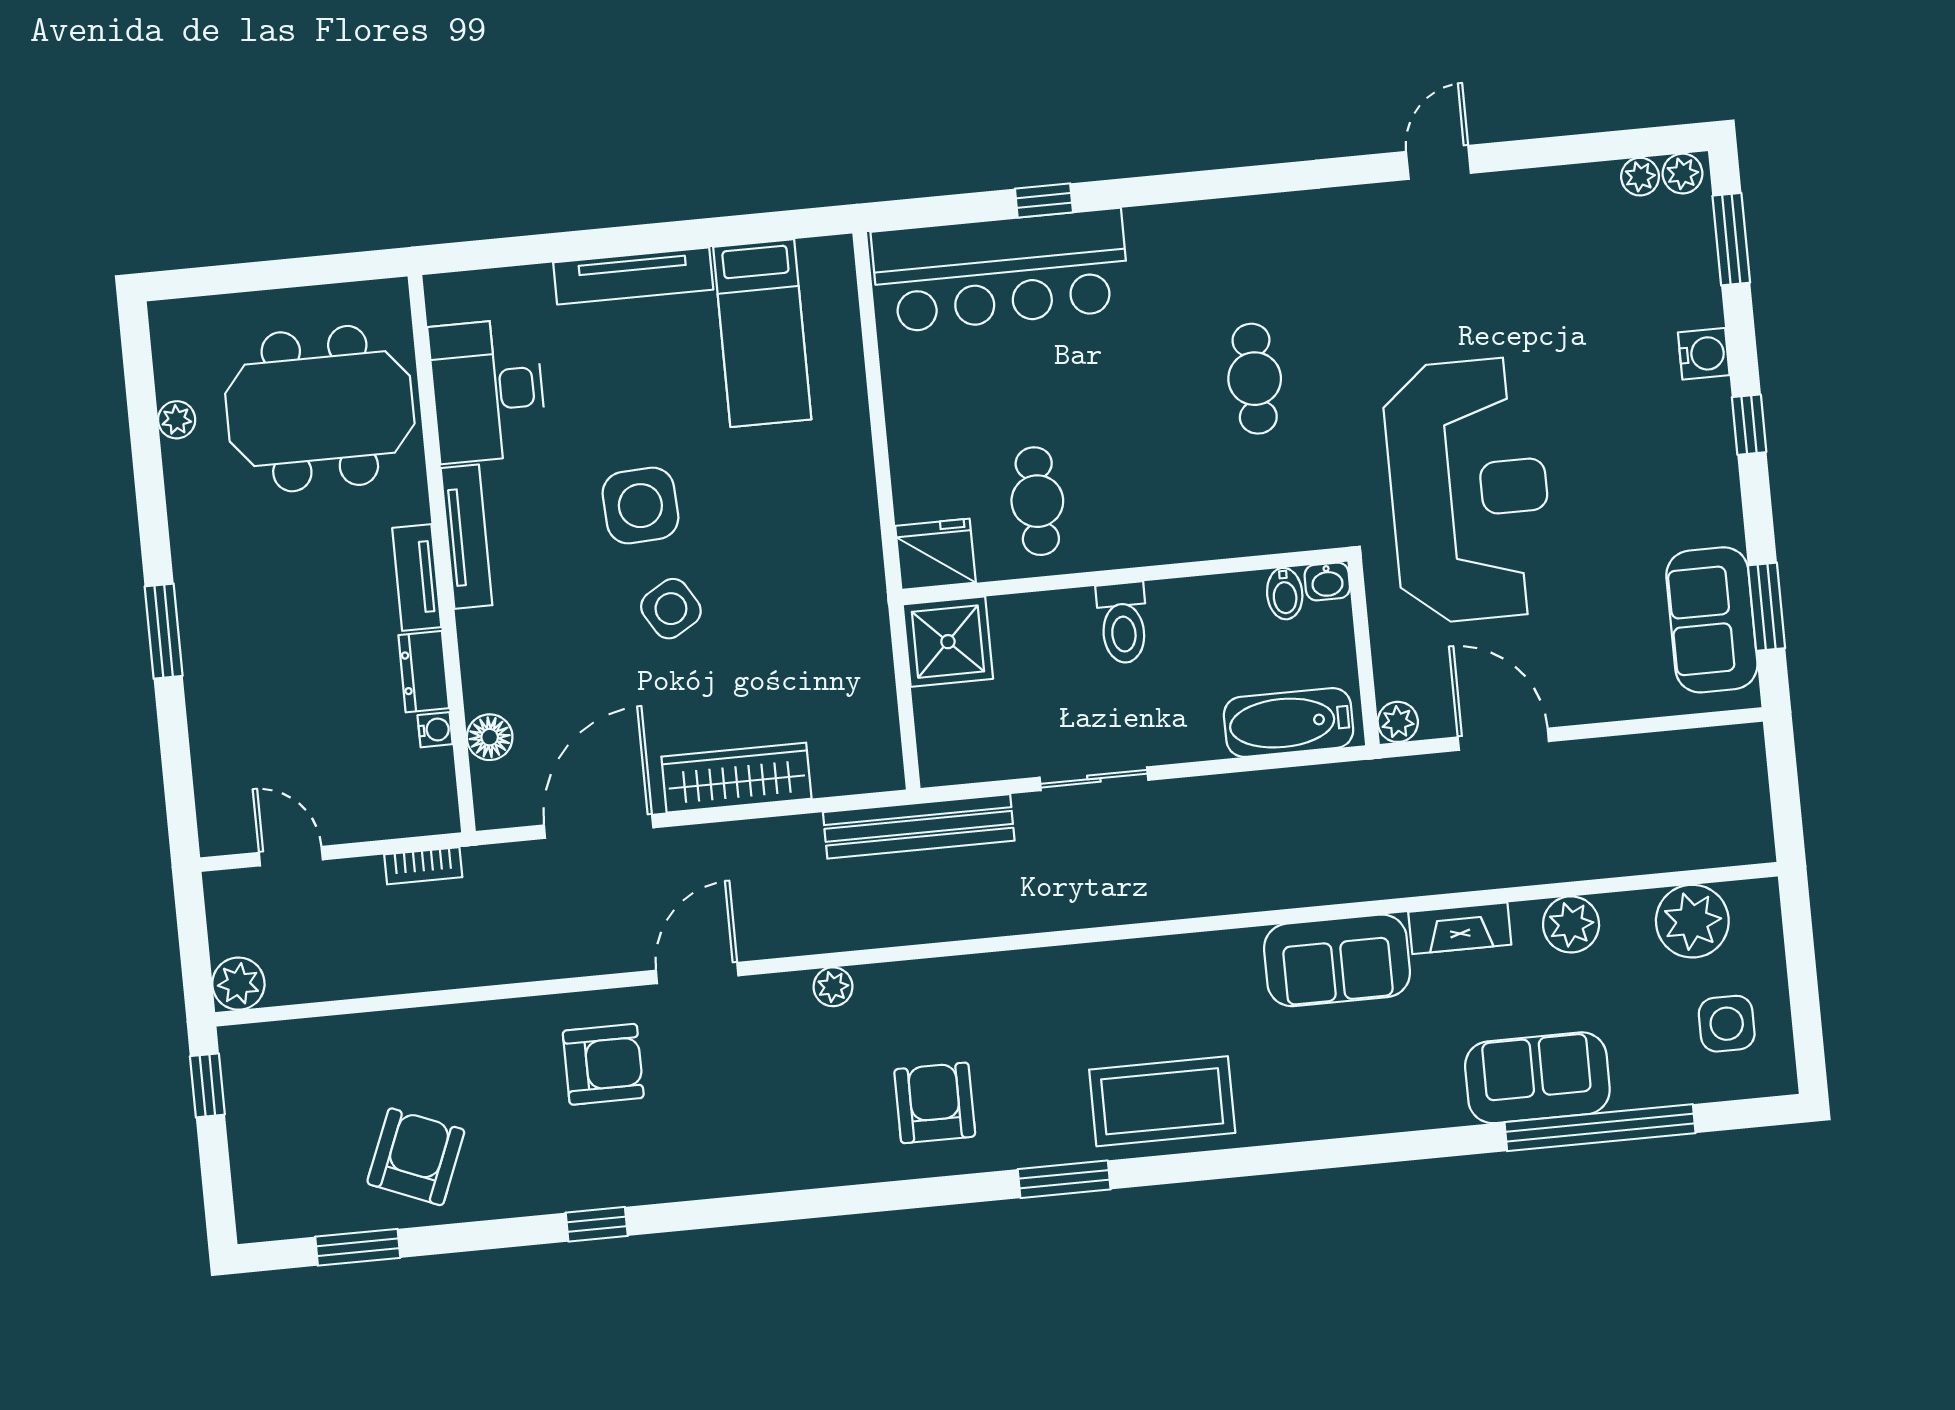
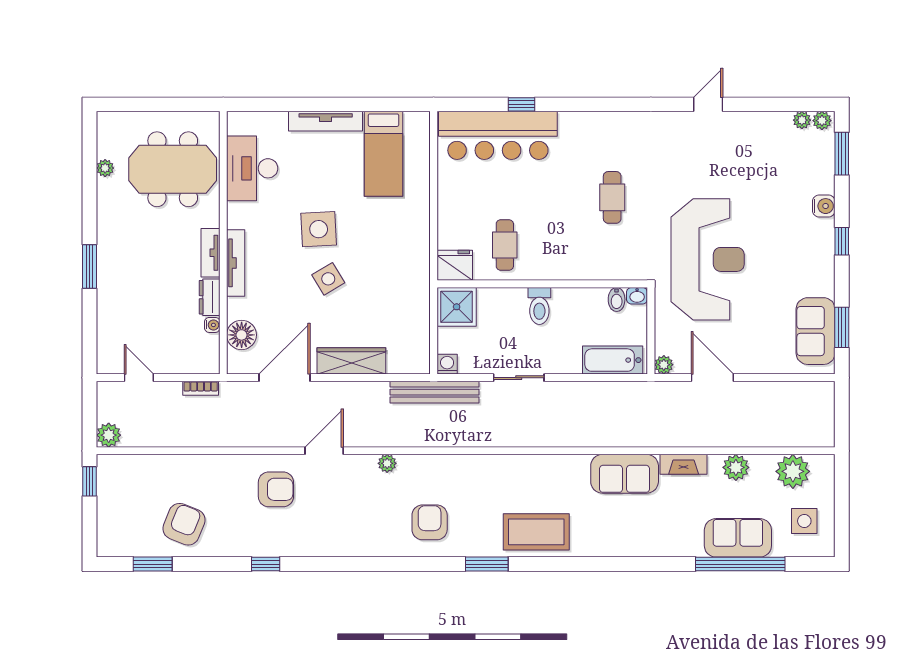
tv unit: (467, 537) -> (236, 263), moved
floor lamp: (490, 737) -> (242, 335), width x1.38, depth x1.38
washing machine: (940, 765) -> (447, 364), added
sofa: (1537, 1078) -> (738, 538), moved

